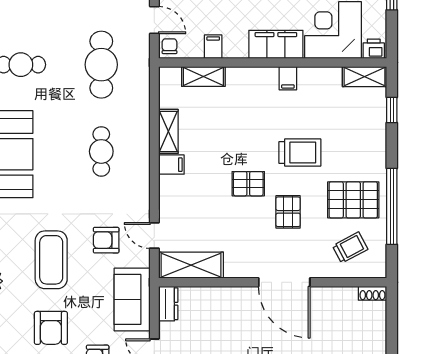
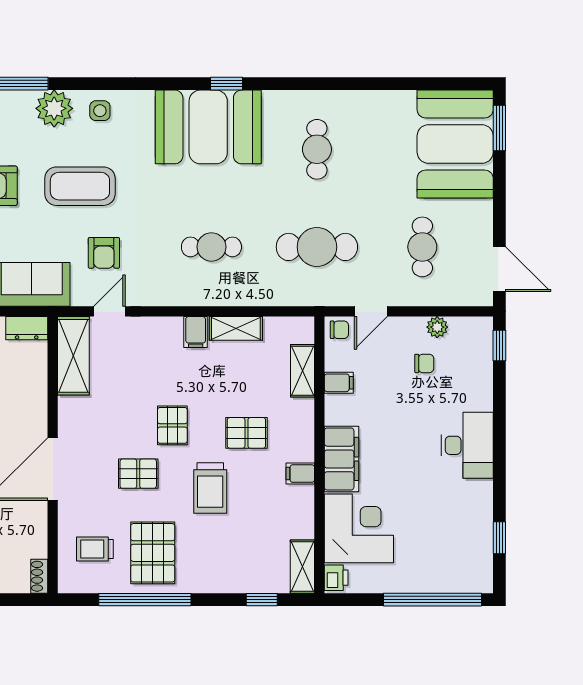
pallet: (254, 123) -> (246, 433), added
armchair: (106, 240) -> (104, 253), turned 180
trolley: (350, 248) -> (95, 549), turned 118

